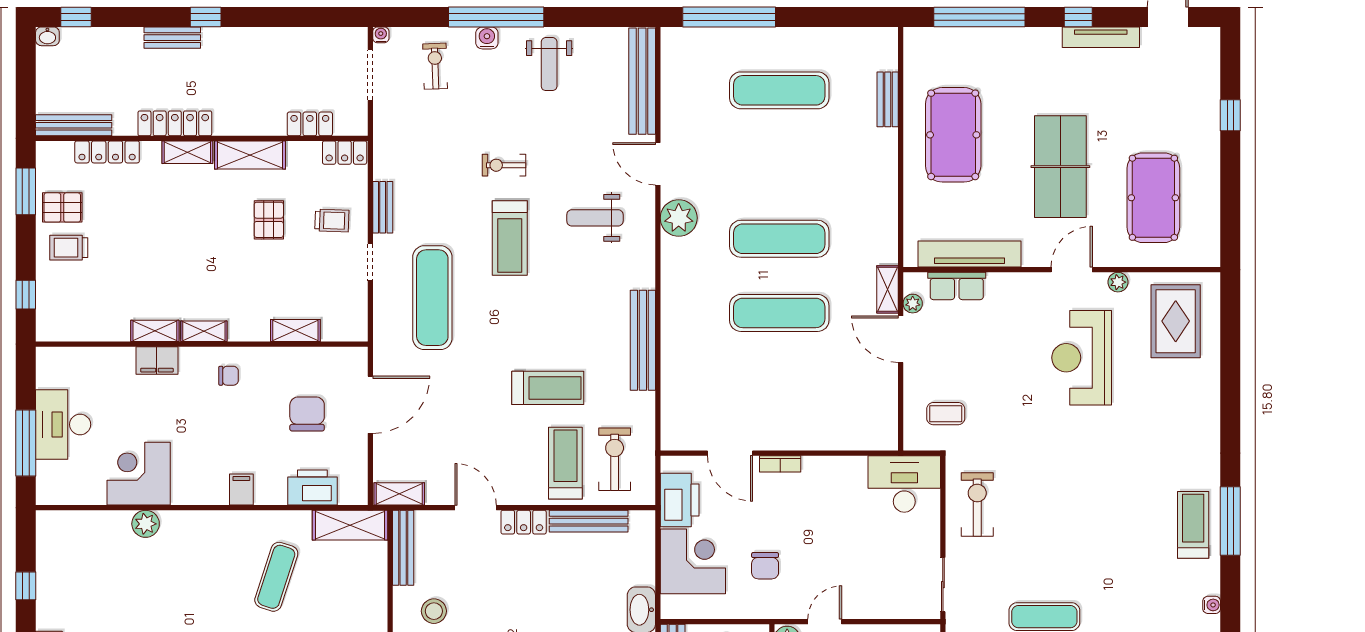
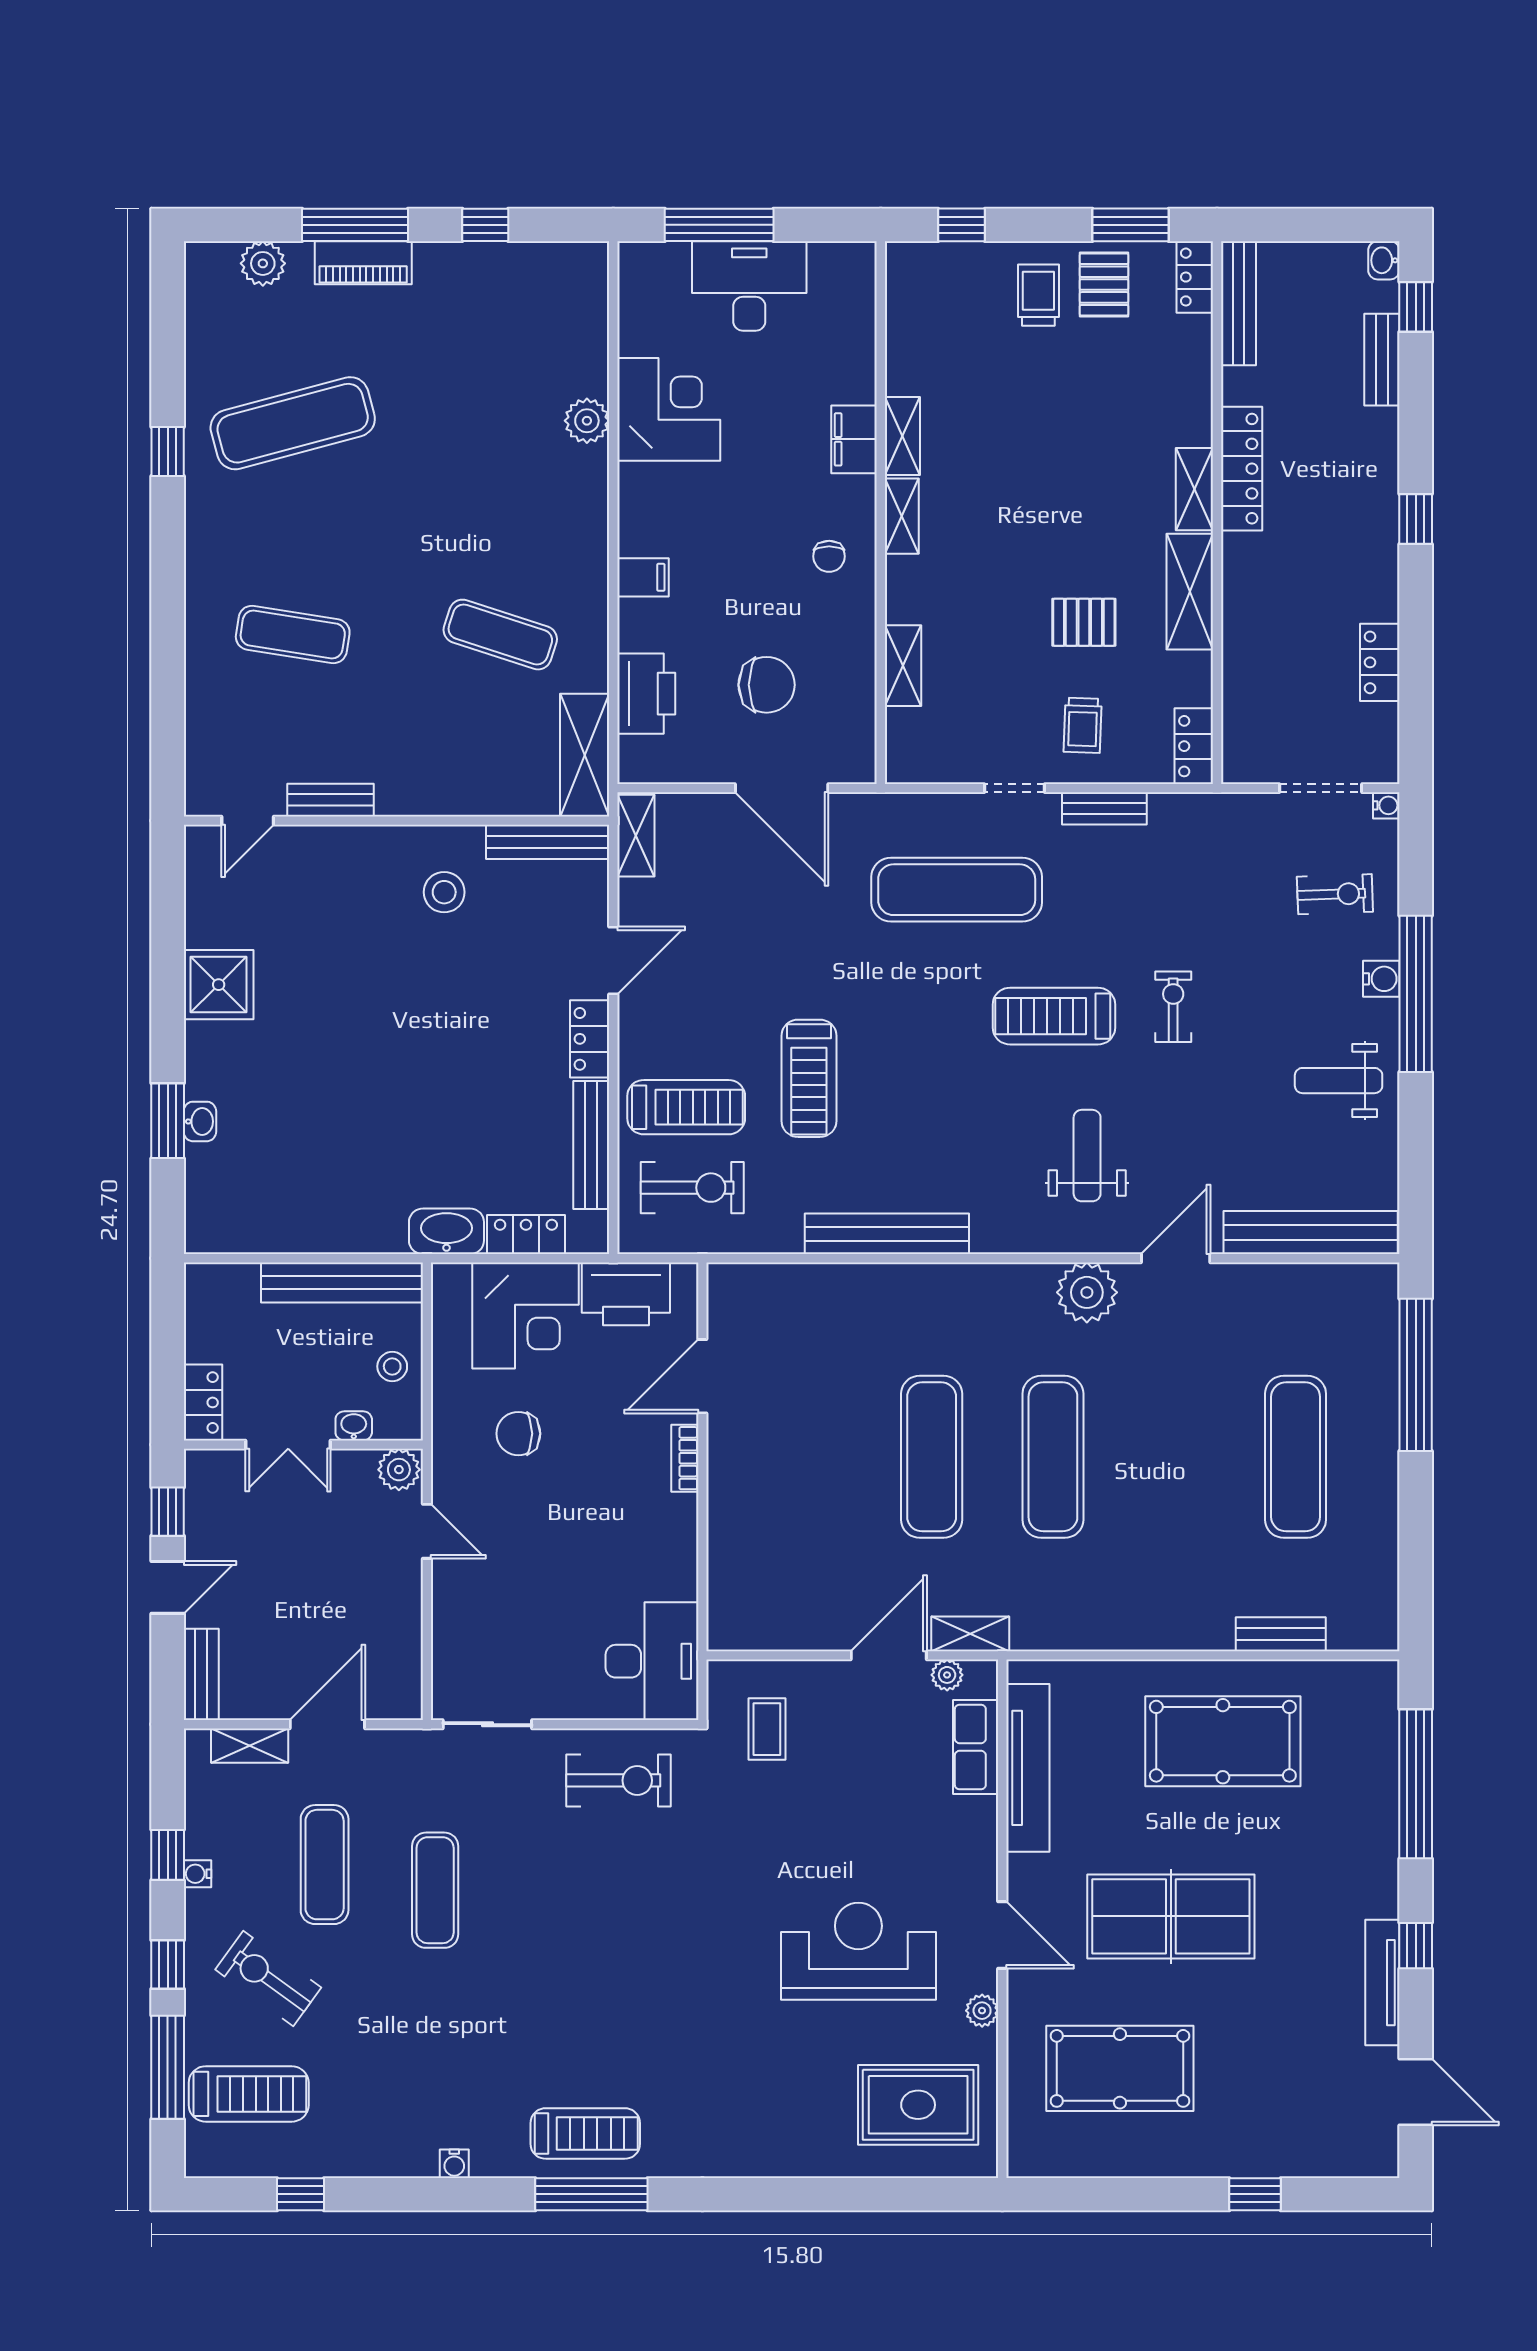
bench: (172, 38) -> (1382, 360), moved
locker: (310, 124) -> (1380, 662), moved, turned 180
locker: (107, 152) -> (1195, 277), moved, width x0.66
locker: (643, 561) -> (526, 1235), added

